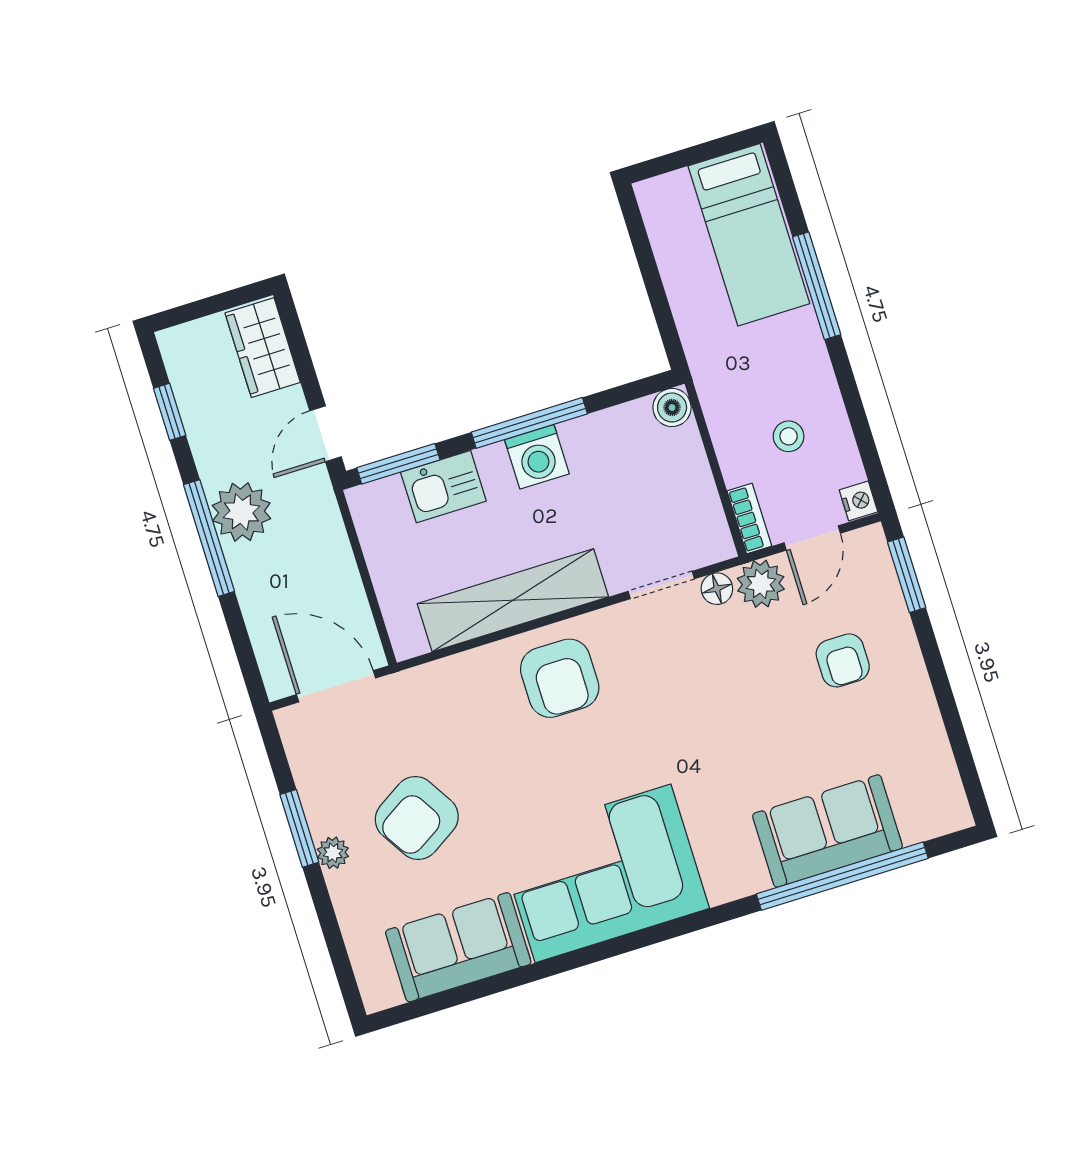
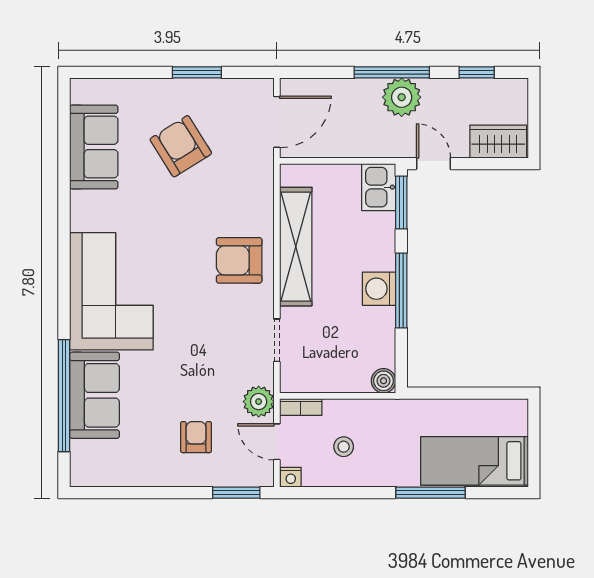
kitchen sink: (443, 487) -> (379, 187), moved
floor lamp: (717, 589) -> (264, 374), removed
armchair: (843, 660) -> (196, 437), turned 90
plant: (333, 853) -> (176, 88), removed
corner sofa: (603, 873) -> (111, 291), moved

